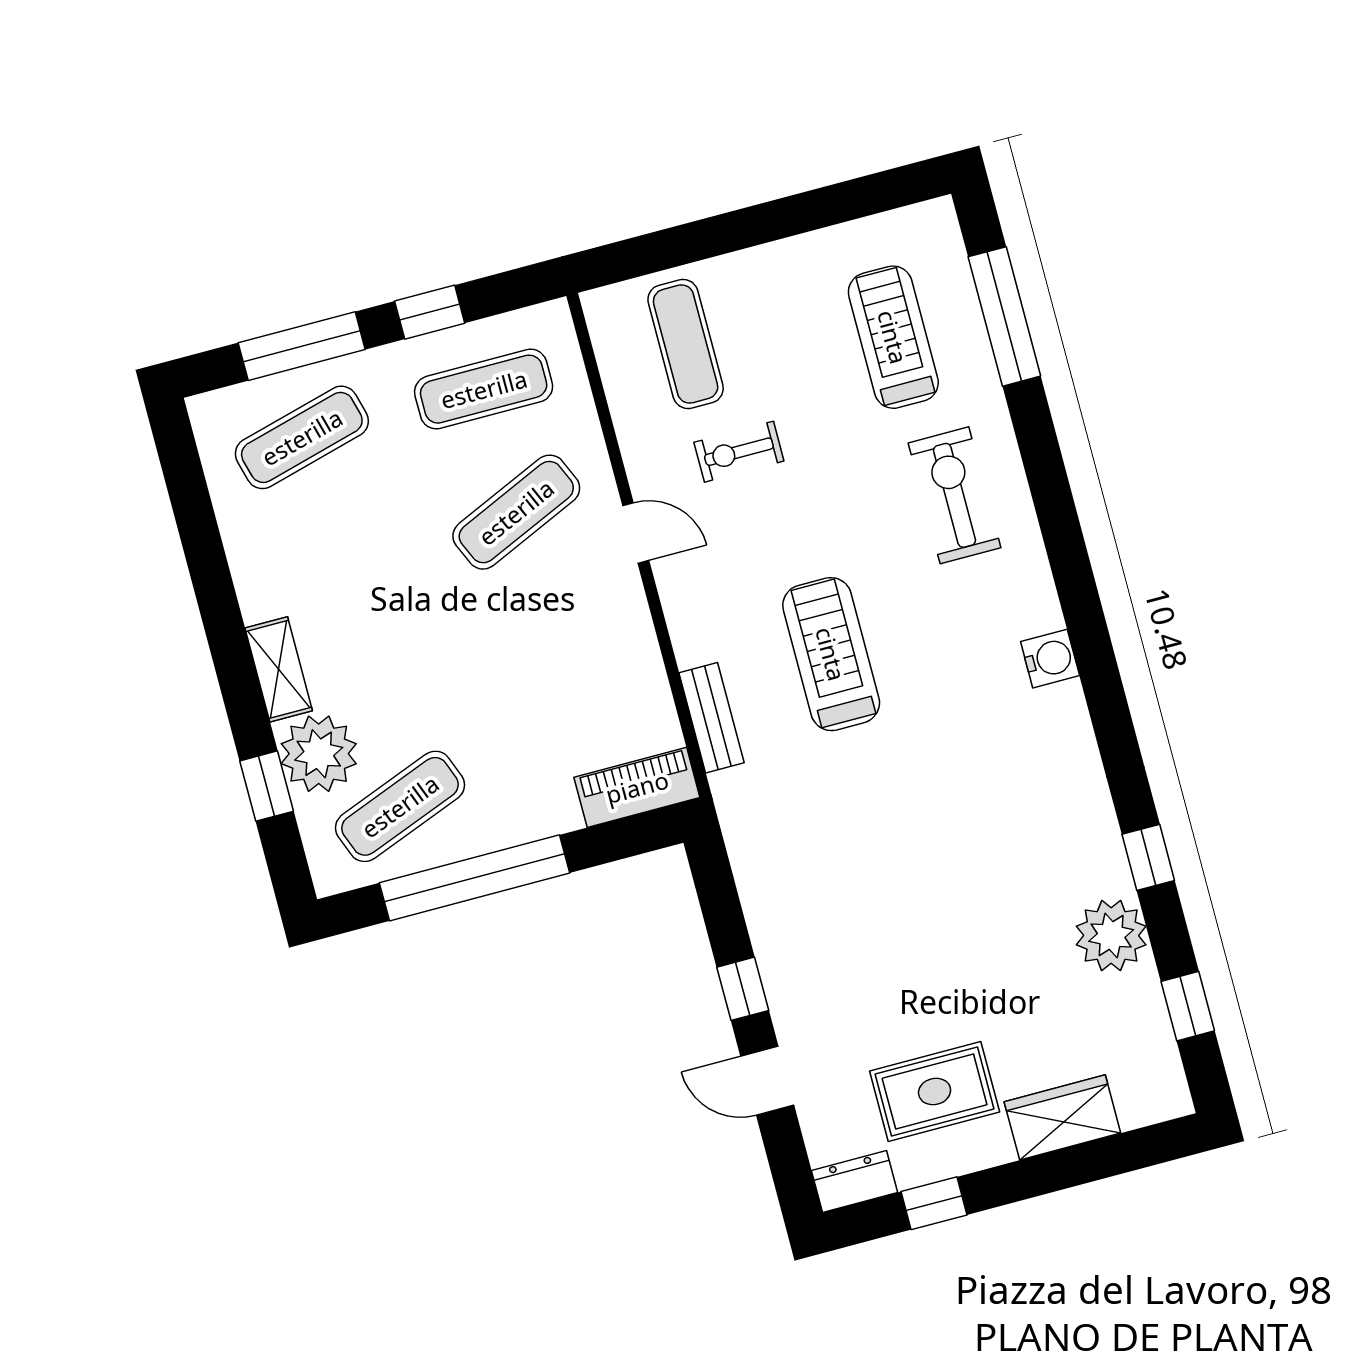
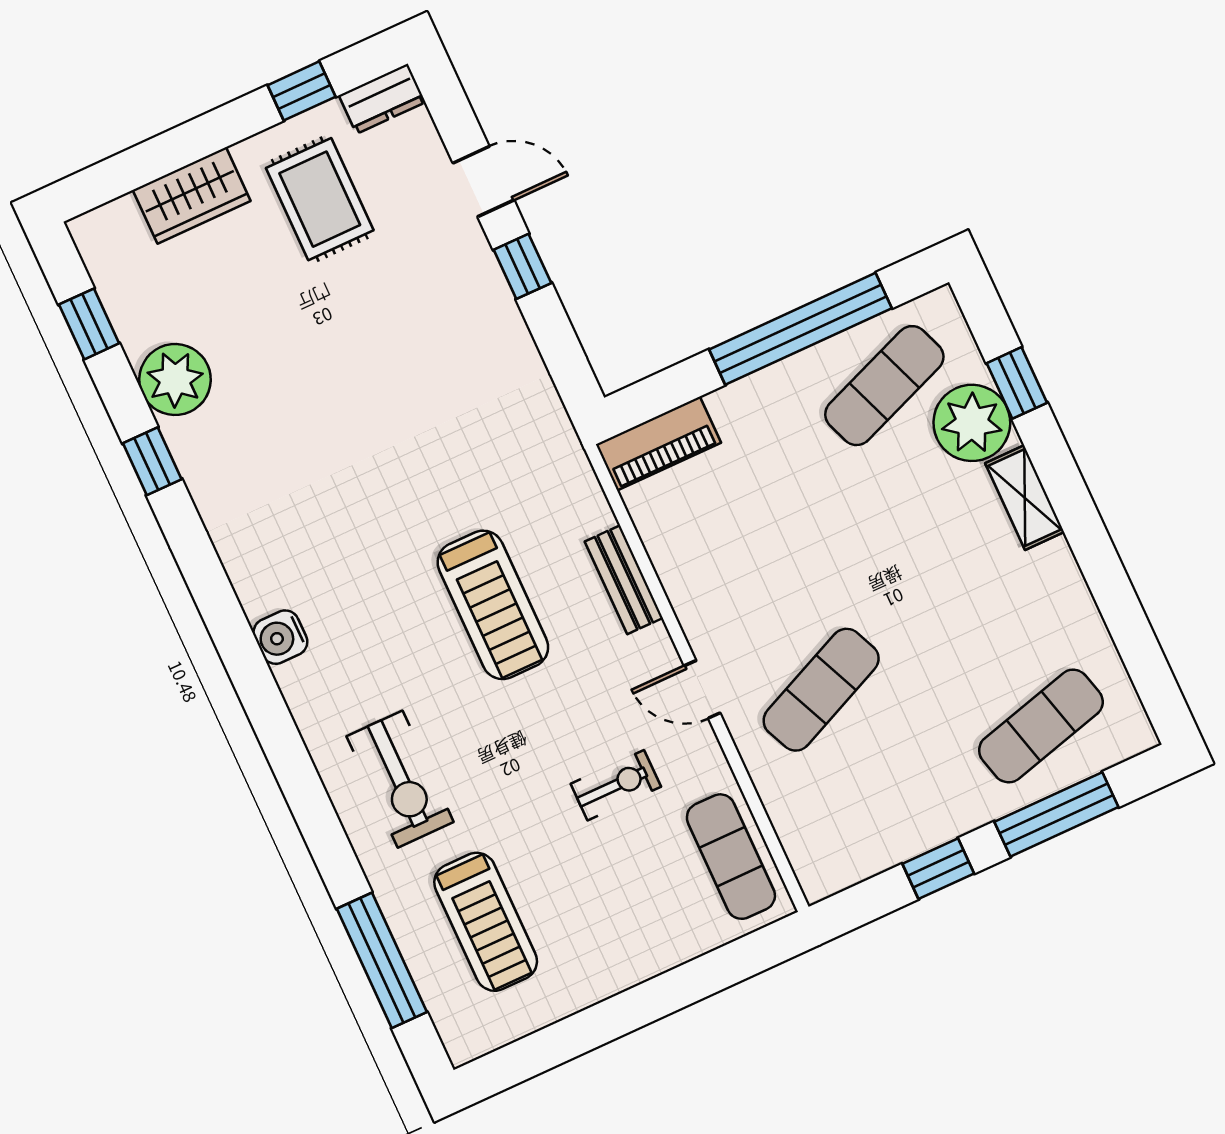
exercise mat: (686, 344) -> (731, 857), moved
exercise mat: (484, 389) -> (873, 803), removed
bench: (712, 718) -> (624, 580), moved
rug: (935, 1091) -> (320, 199), turned 90

